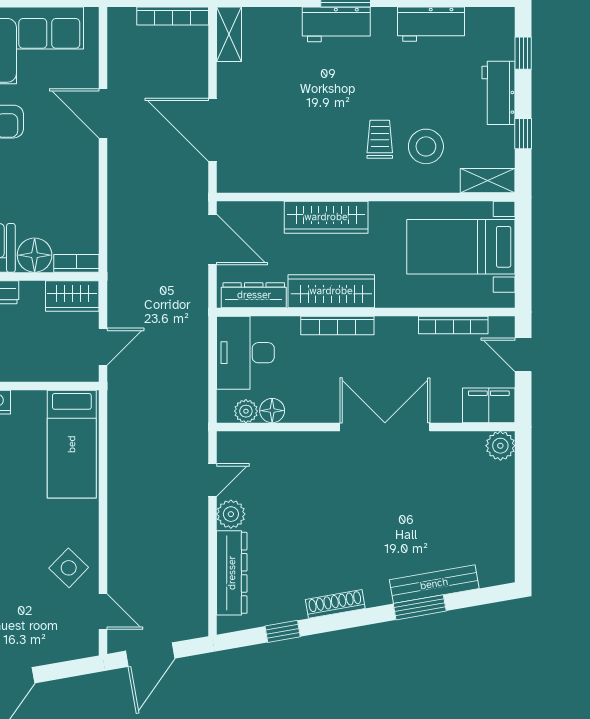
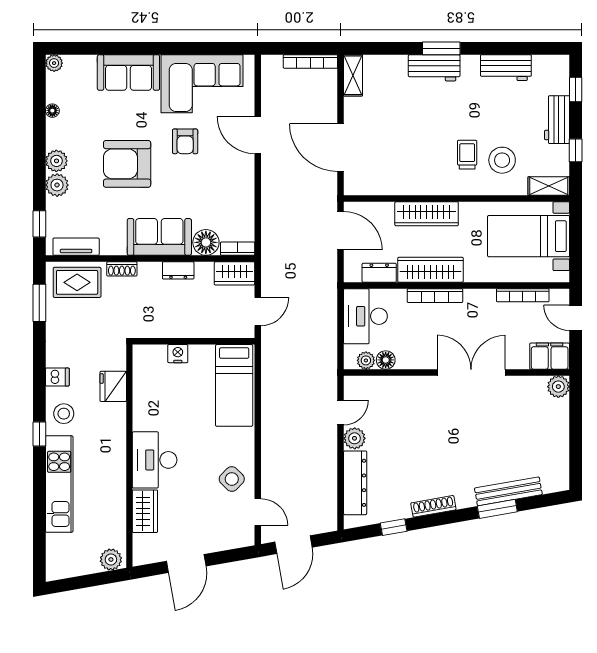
dresser: (254, 295) -> (379, 273), width x0.70

